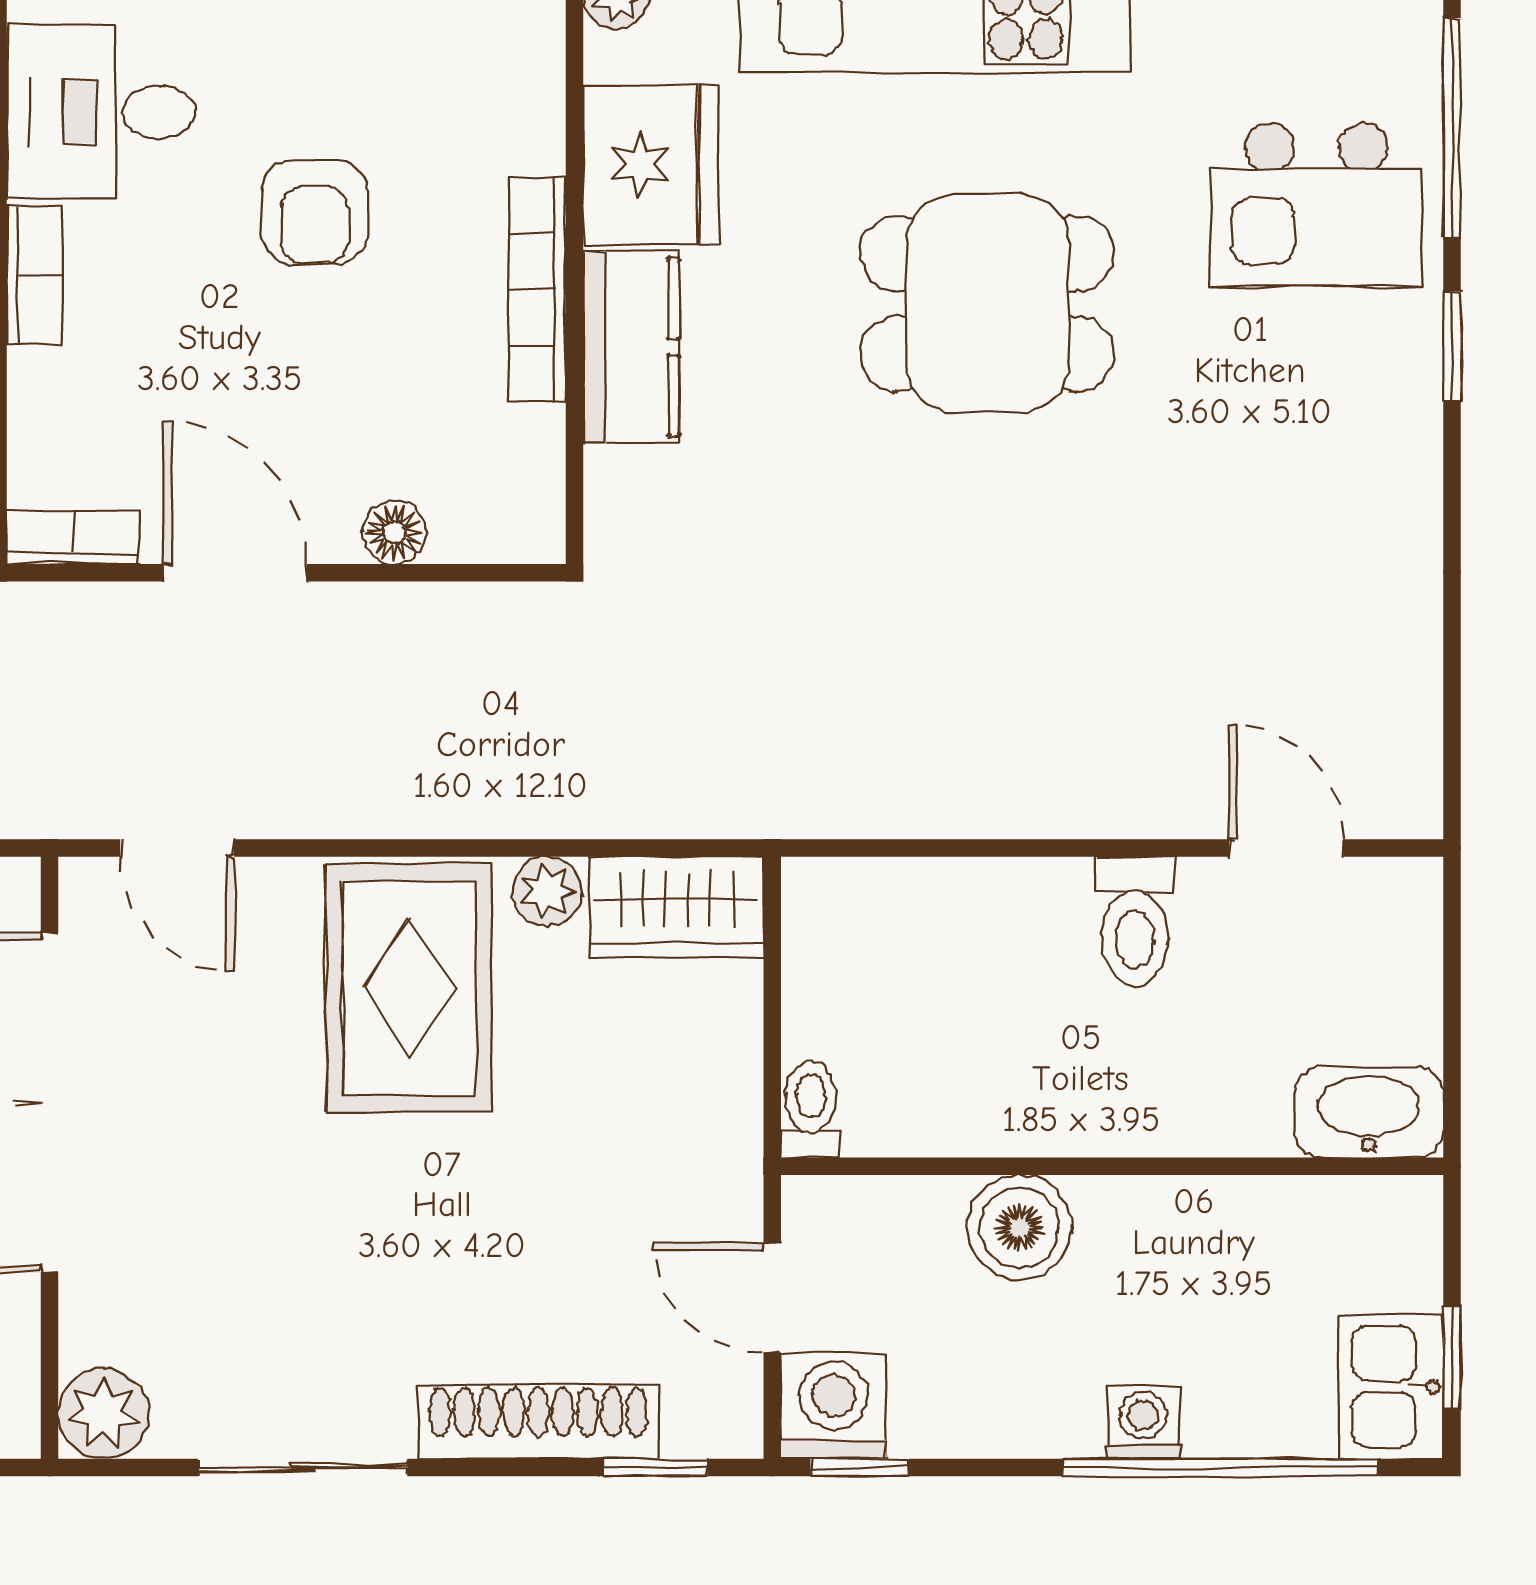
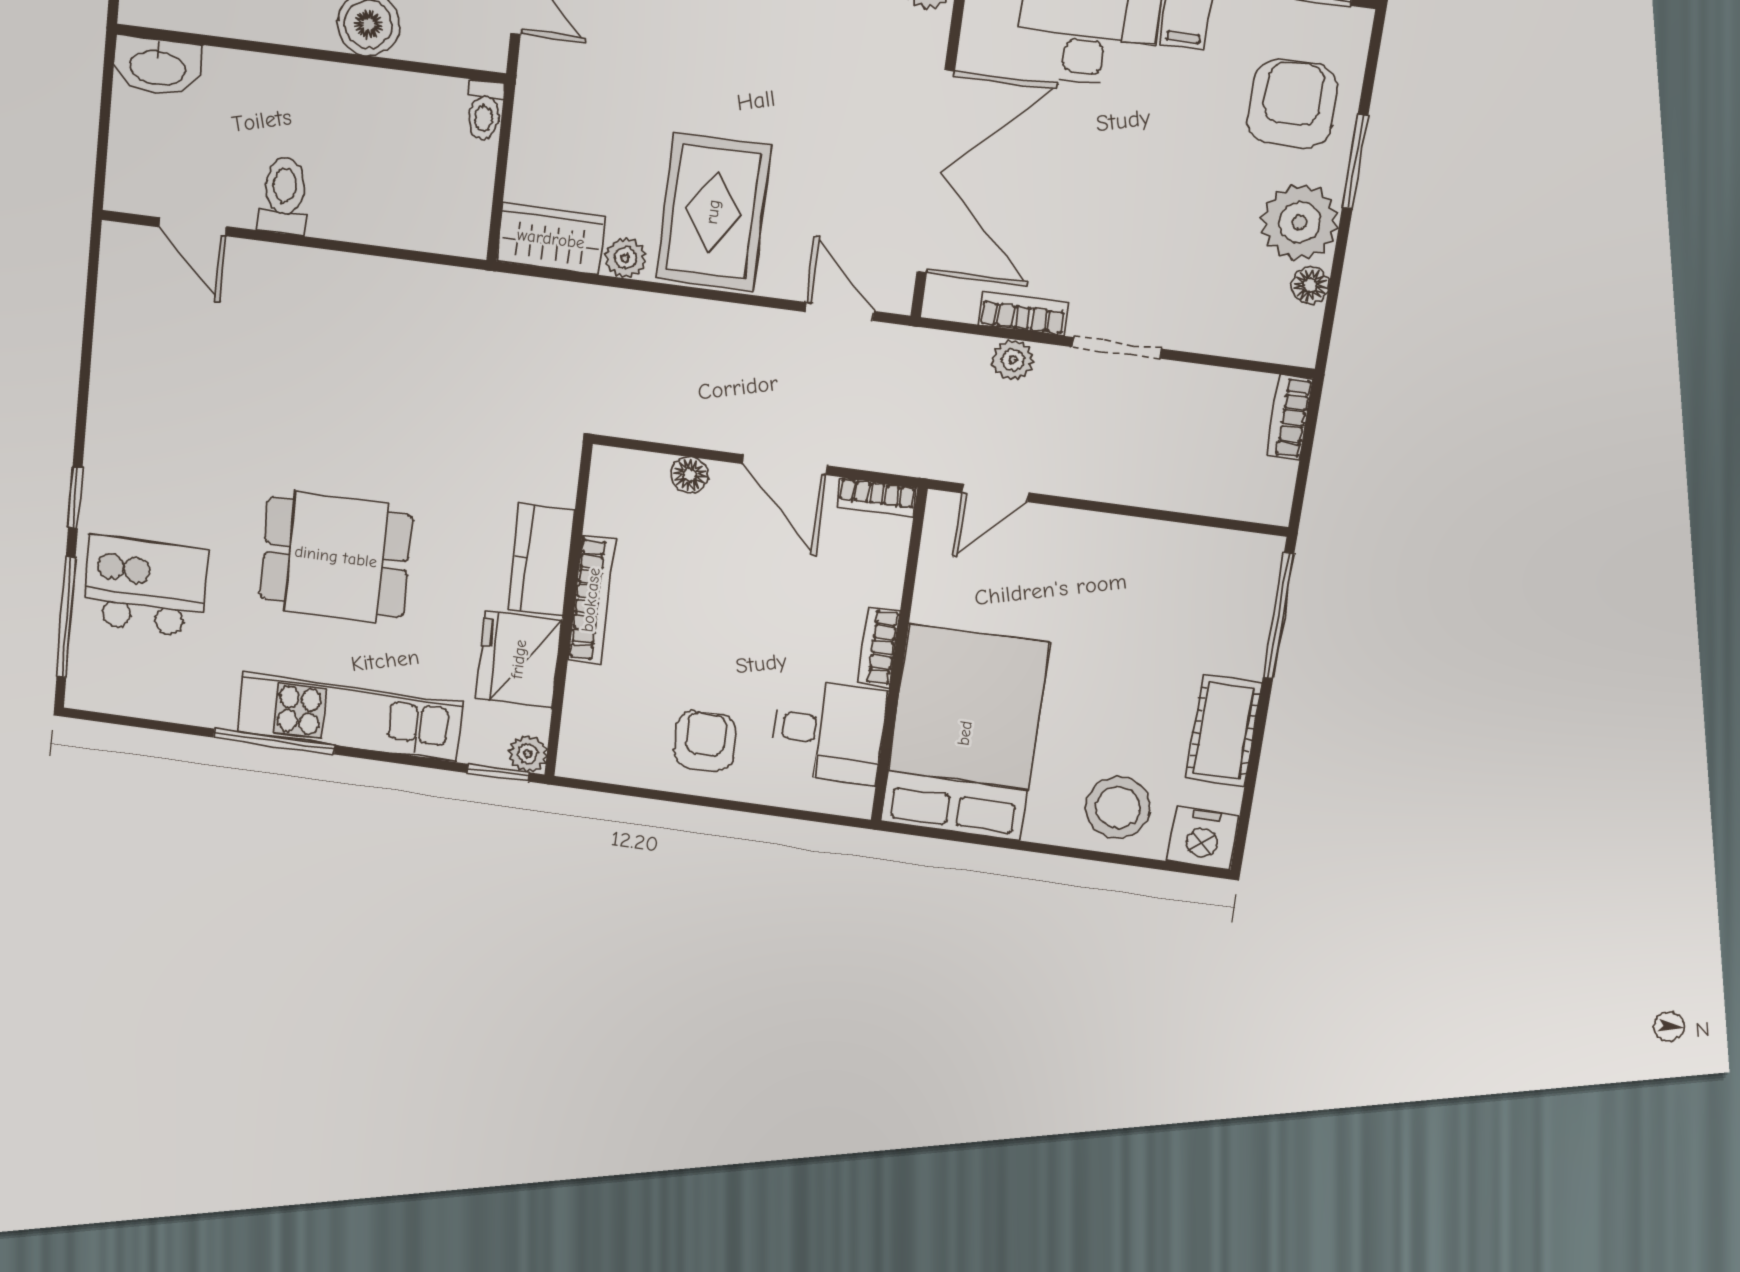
armchair: (315, 212) -> (705, 741), moved

